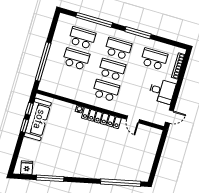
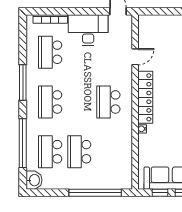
washbasin: (65, 20) -> (34, 180), added
school desk: (112, 69) -> (79, 102), removed
desk: (162, 91) -> (88, 30), width x1.37

